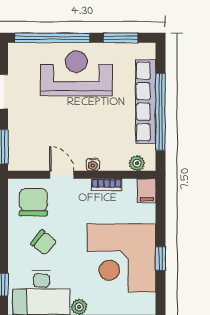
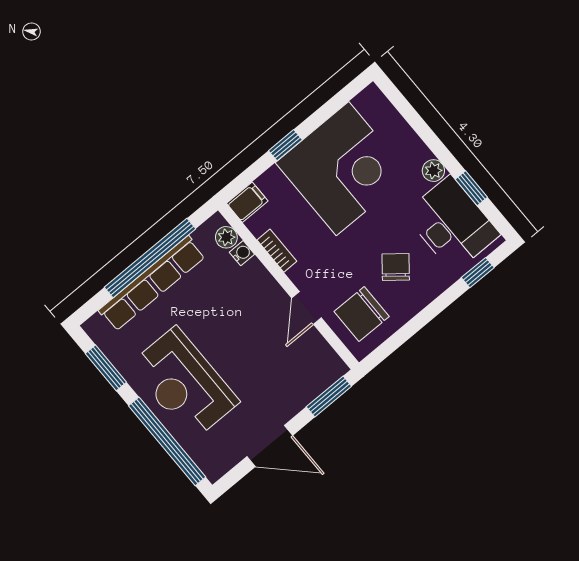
water cooler: (93, 165) -> (242, 253), moved
window: (160, 258) -> (285, 145), moved

